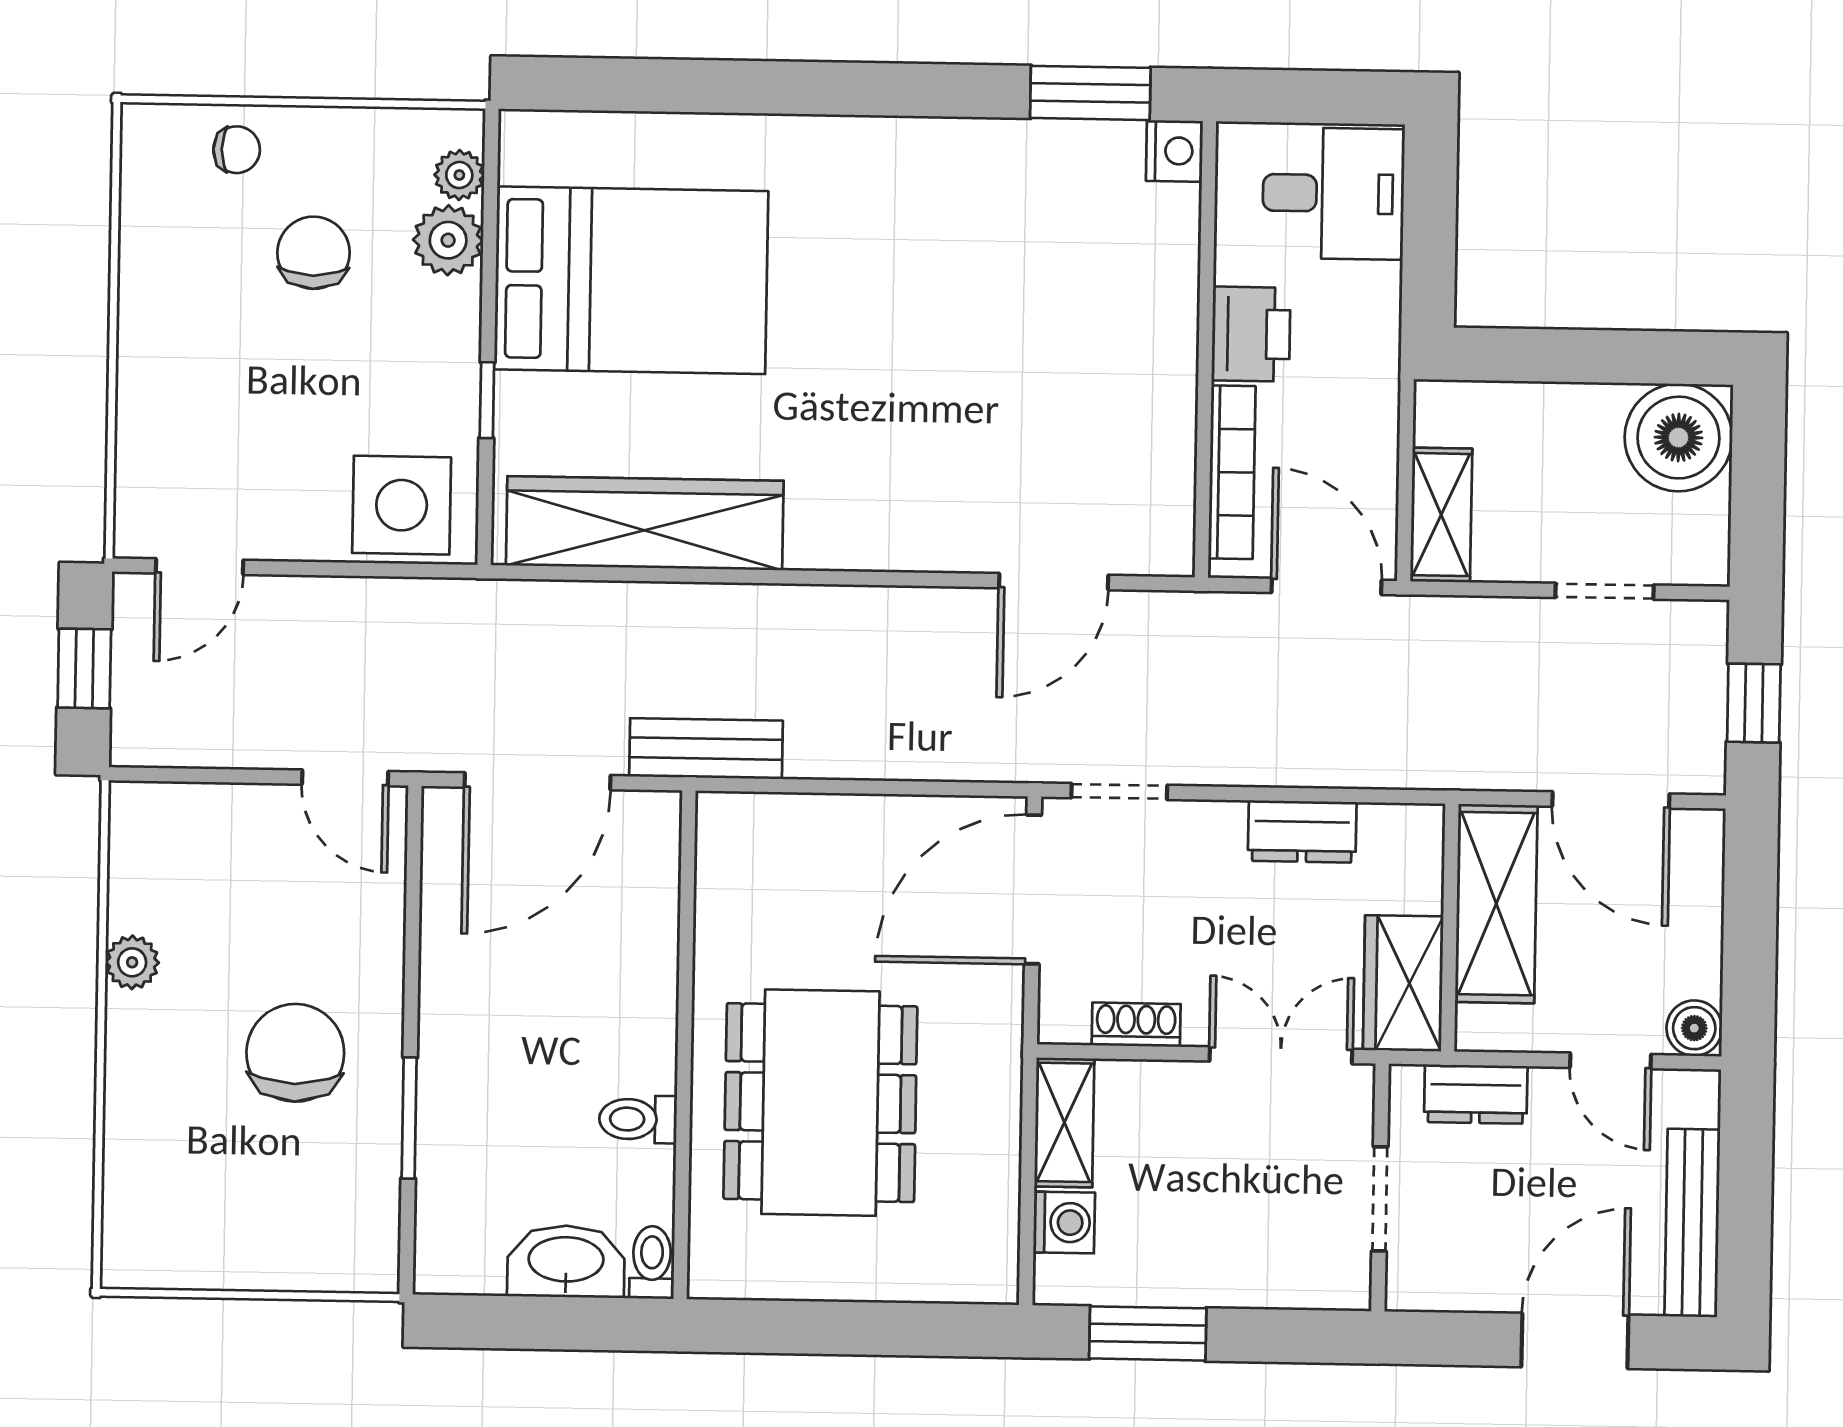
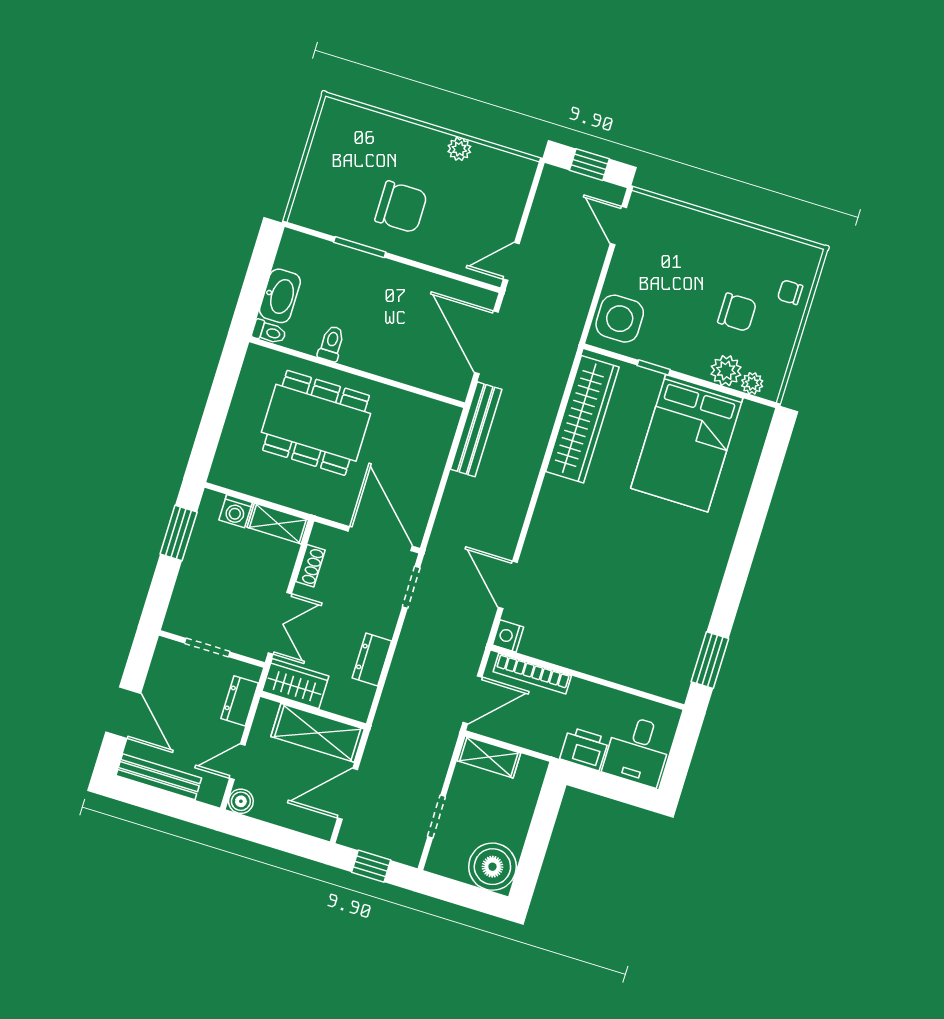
chair: (237, 150) -> (790, 292), turned 90
nightstand: (1174, 151) -> (508, 636), moved, turned 90
printer: (1251, 334) -> (584, 749), moved, turned 180
bench: (706, 749) -> (476, 429), width x1.36

